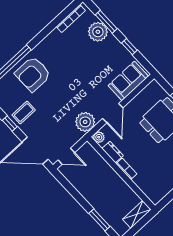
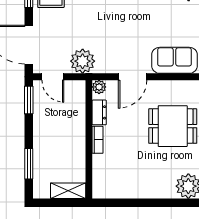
plant: (85, 122) -> (83, 61), moved
window: (65, 183) -> (29, 100), added

